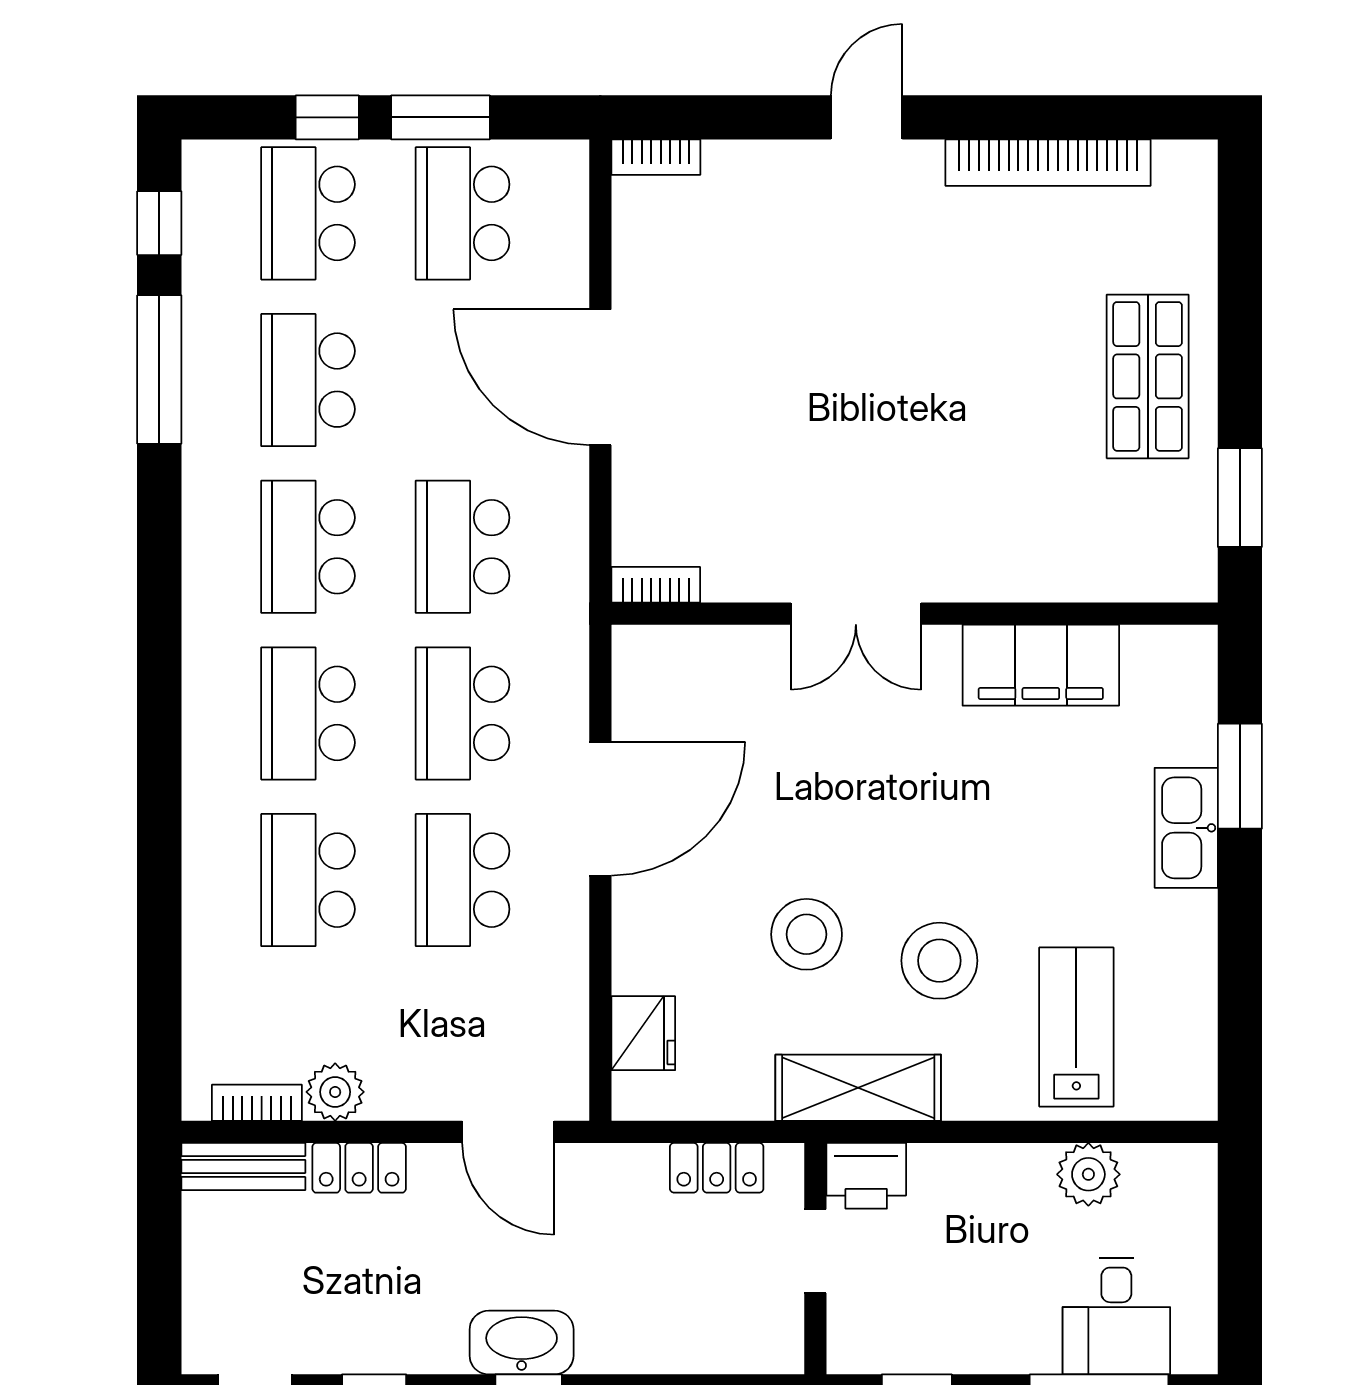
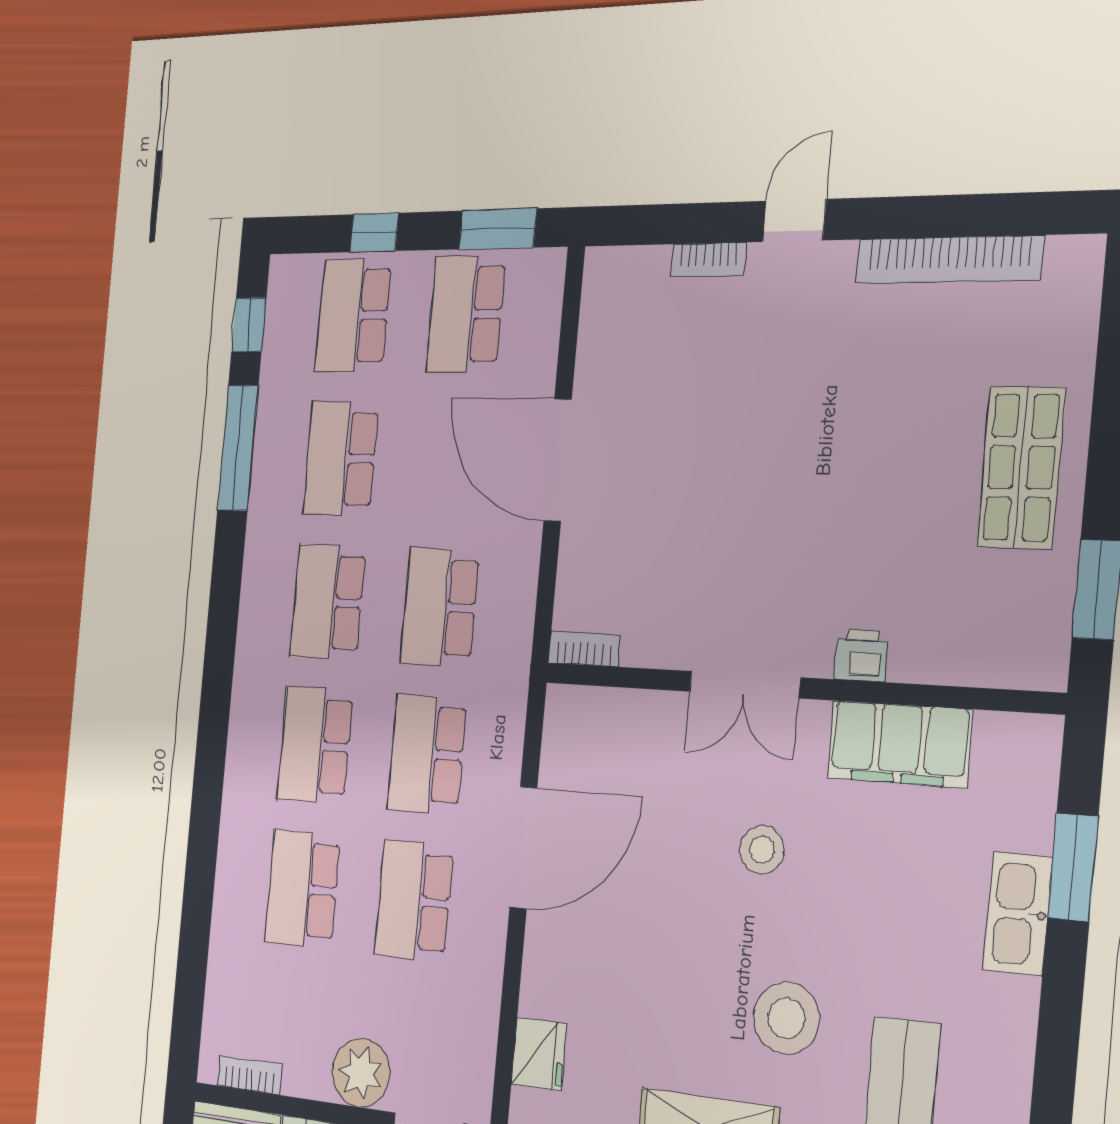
window: (441, 117) -> (498, 229), moved
bookcase: (656, 157) -> (708, 260), moved
printer: (989, 576) -> (861, 656), added
stool: (807, 934) -> (762, 850), moved, width x0.73, depth x0.73
plant: (335, 1092) -> (361, 1073), moved, width x1.36, depth x1.36

